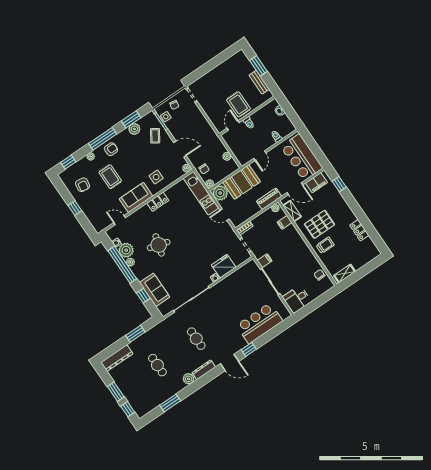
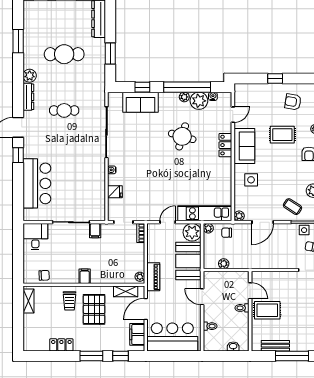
window: (258, 66) -> (292, 356), width x1.44
locker: (158, 202) -> (225, 145), moved
window: (353, 204) -> (91, 356), added
filing cabinet: (285, 222) -> (85, 276), moved
fridge: (224, 266) -> (115, 192), width x0.53, depth x0.75
cafe table: (157, 365) -> (64, 54), width x1.37, depth x1.35

